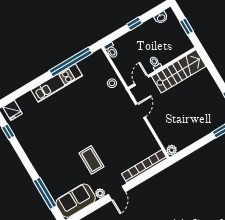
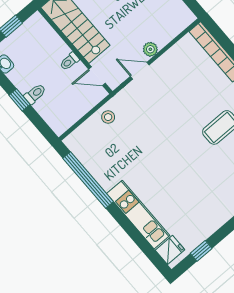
toilet: (111, 50) -> (35, 94), moved
kitchen unit: (57, 83) -> (138, 215), moved
plant: (172, 150) -> (150, 49), moved

